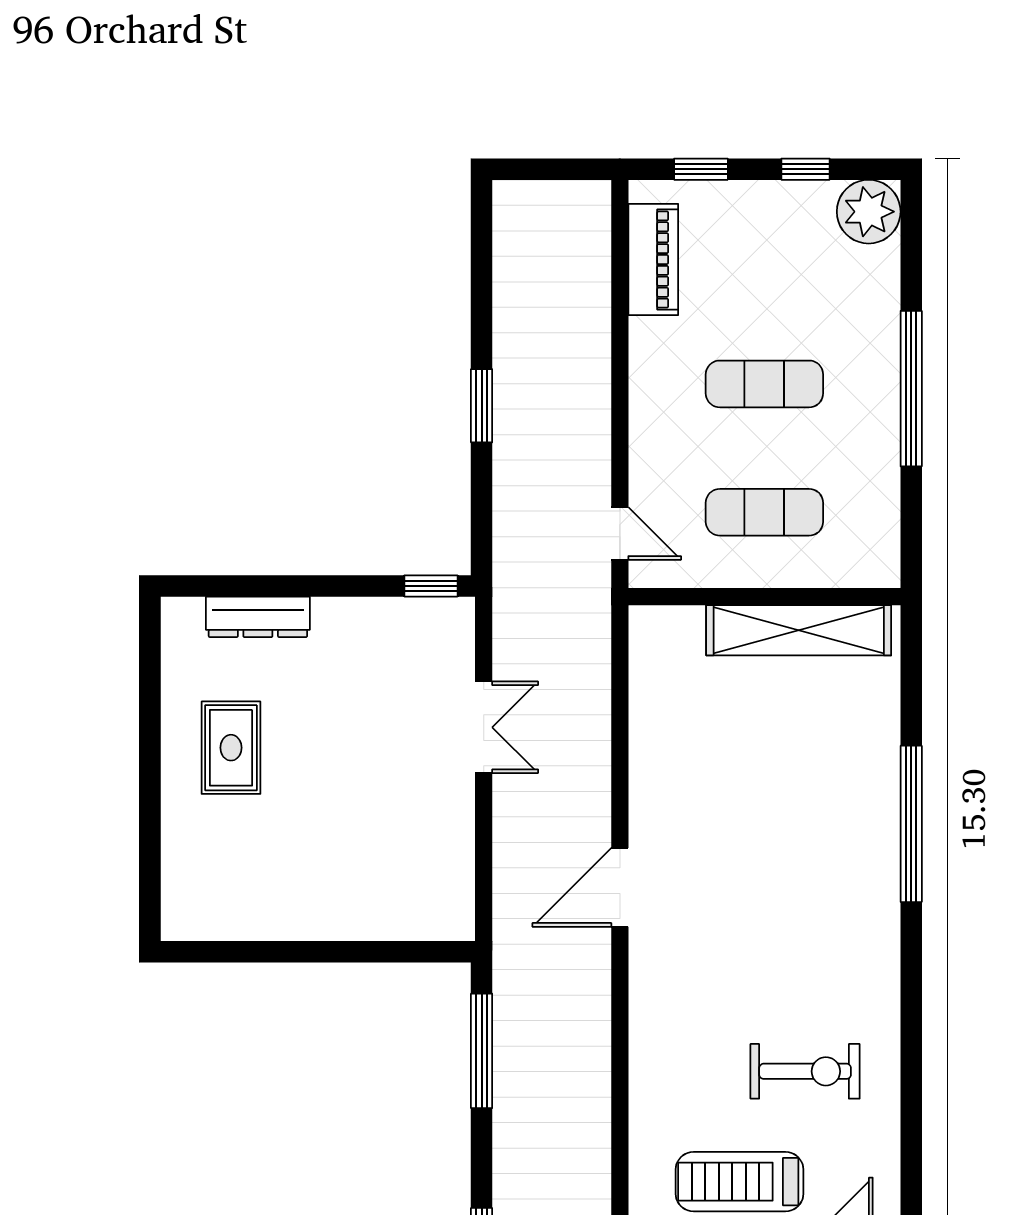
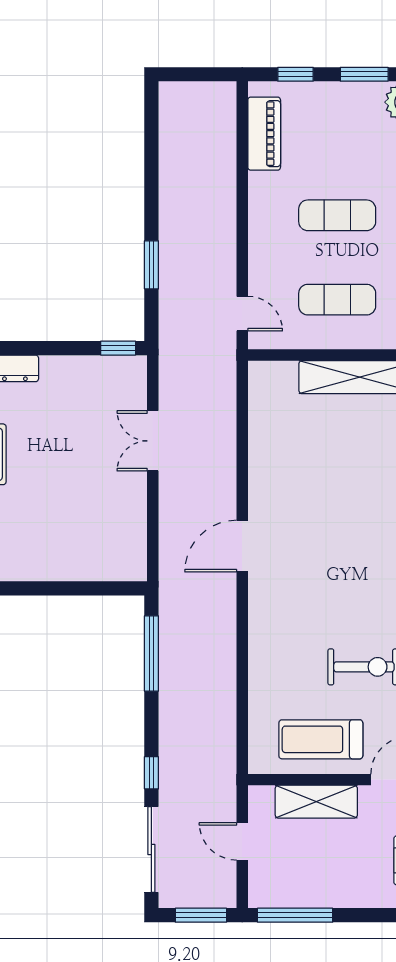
window: (806, 169) -> (364, 74), width x1.50
window: (482, 406) -> (151, 265), moved
double door: (484, 727) -> (153, 441), swing flipped

